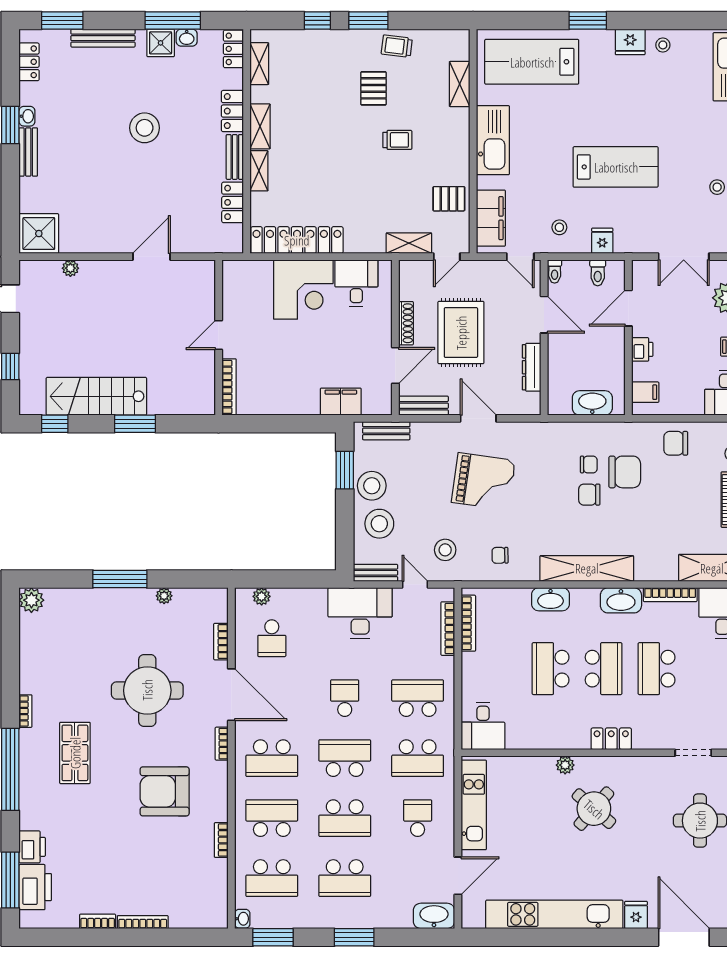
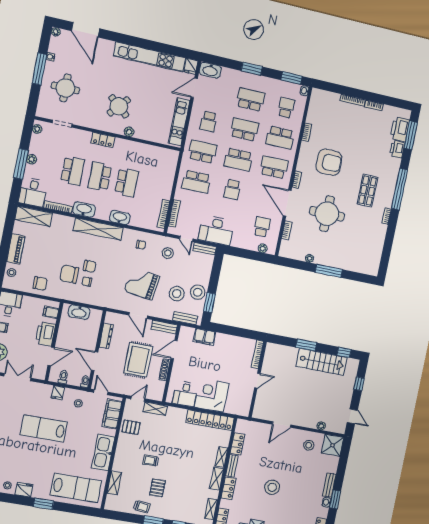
stool: (88, 225) -> (309, 445), added
printer: (642, 349) -> (45, 334), width x1.87, depth x1.48
stool: (379, 524) -> (177, 294), moved
plant: (31, 600) -> (373, 269), removed
desk: (483, 726) -> (167, 161), removed
school desk: (272, 878) -> (286, 108), width x0.54
fridge: (636, 915) -> (191, 66), moved

